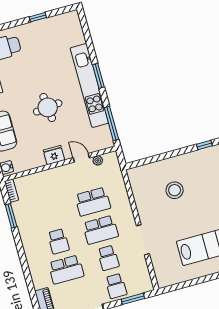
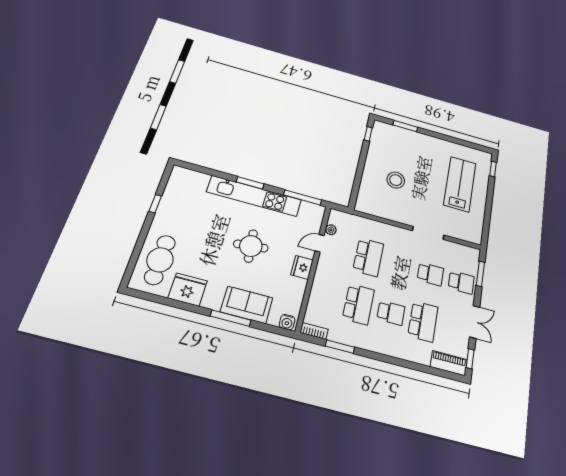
school desk: (100, 230) -> (359, 304), moved

